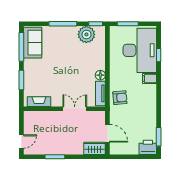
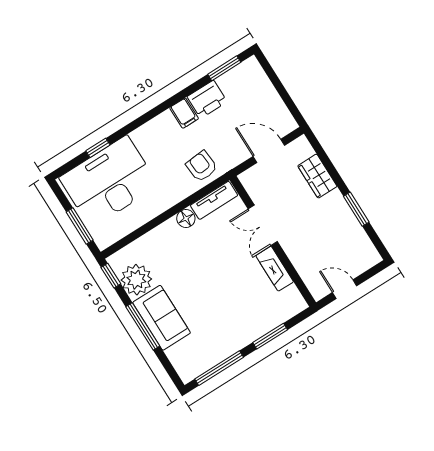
sofa: (33, 43) -> (162, 318), moved, turned 90
filing cabinet: (150, 79) -> (184, 113), moved
fireplace: (39, 102) -> (275, 269), moved
door: (107, 133) -> (269, 151), hinge flipped
door: (21, 141) -> (345, 289), moved
printer: (148, 147) -> (207, 99), moved, turned -90
wardrobe: (95, 148) -> (317, 176), moved

